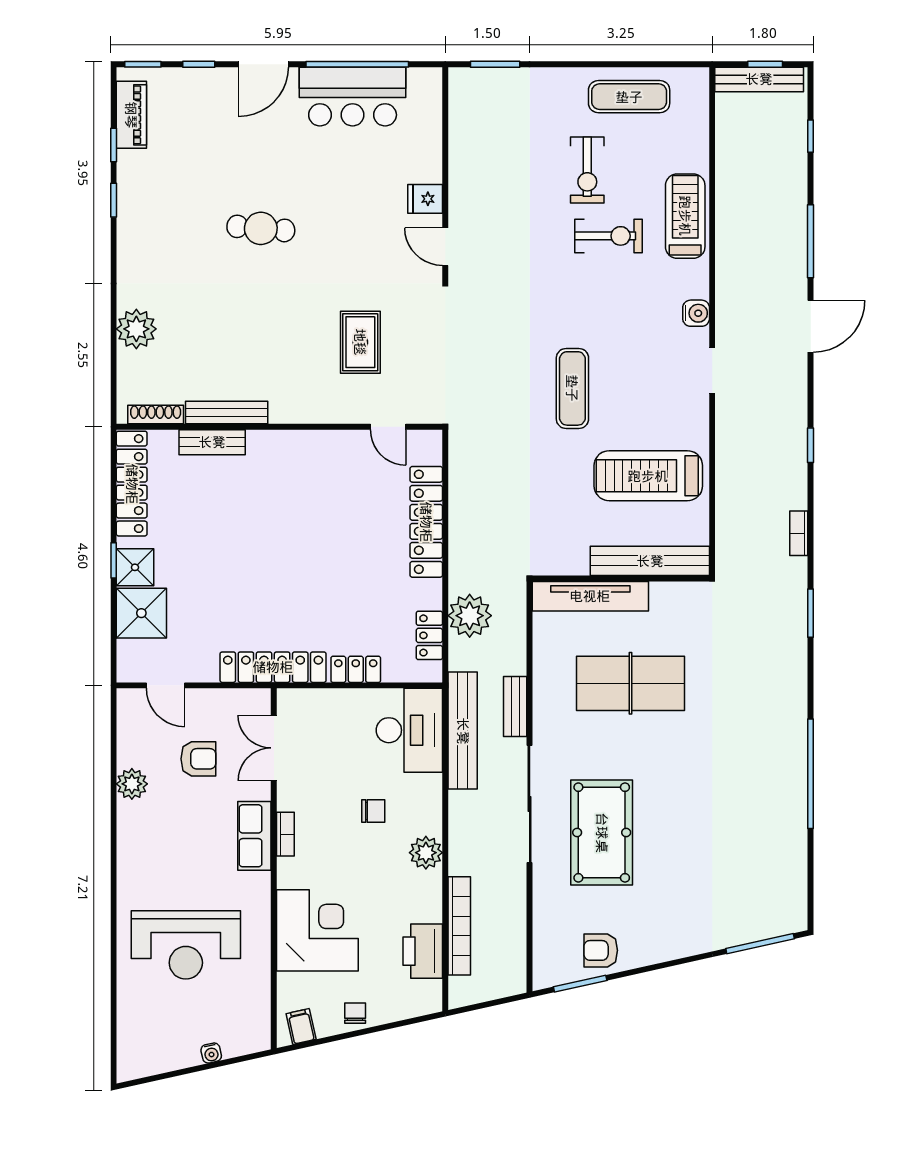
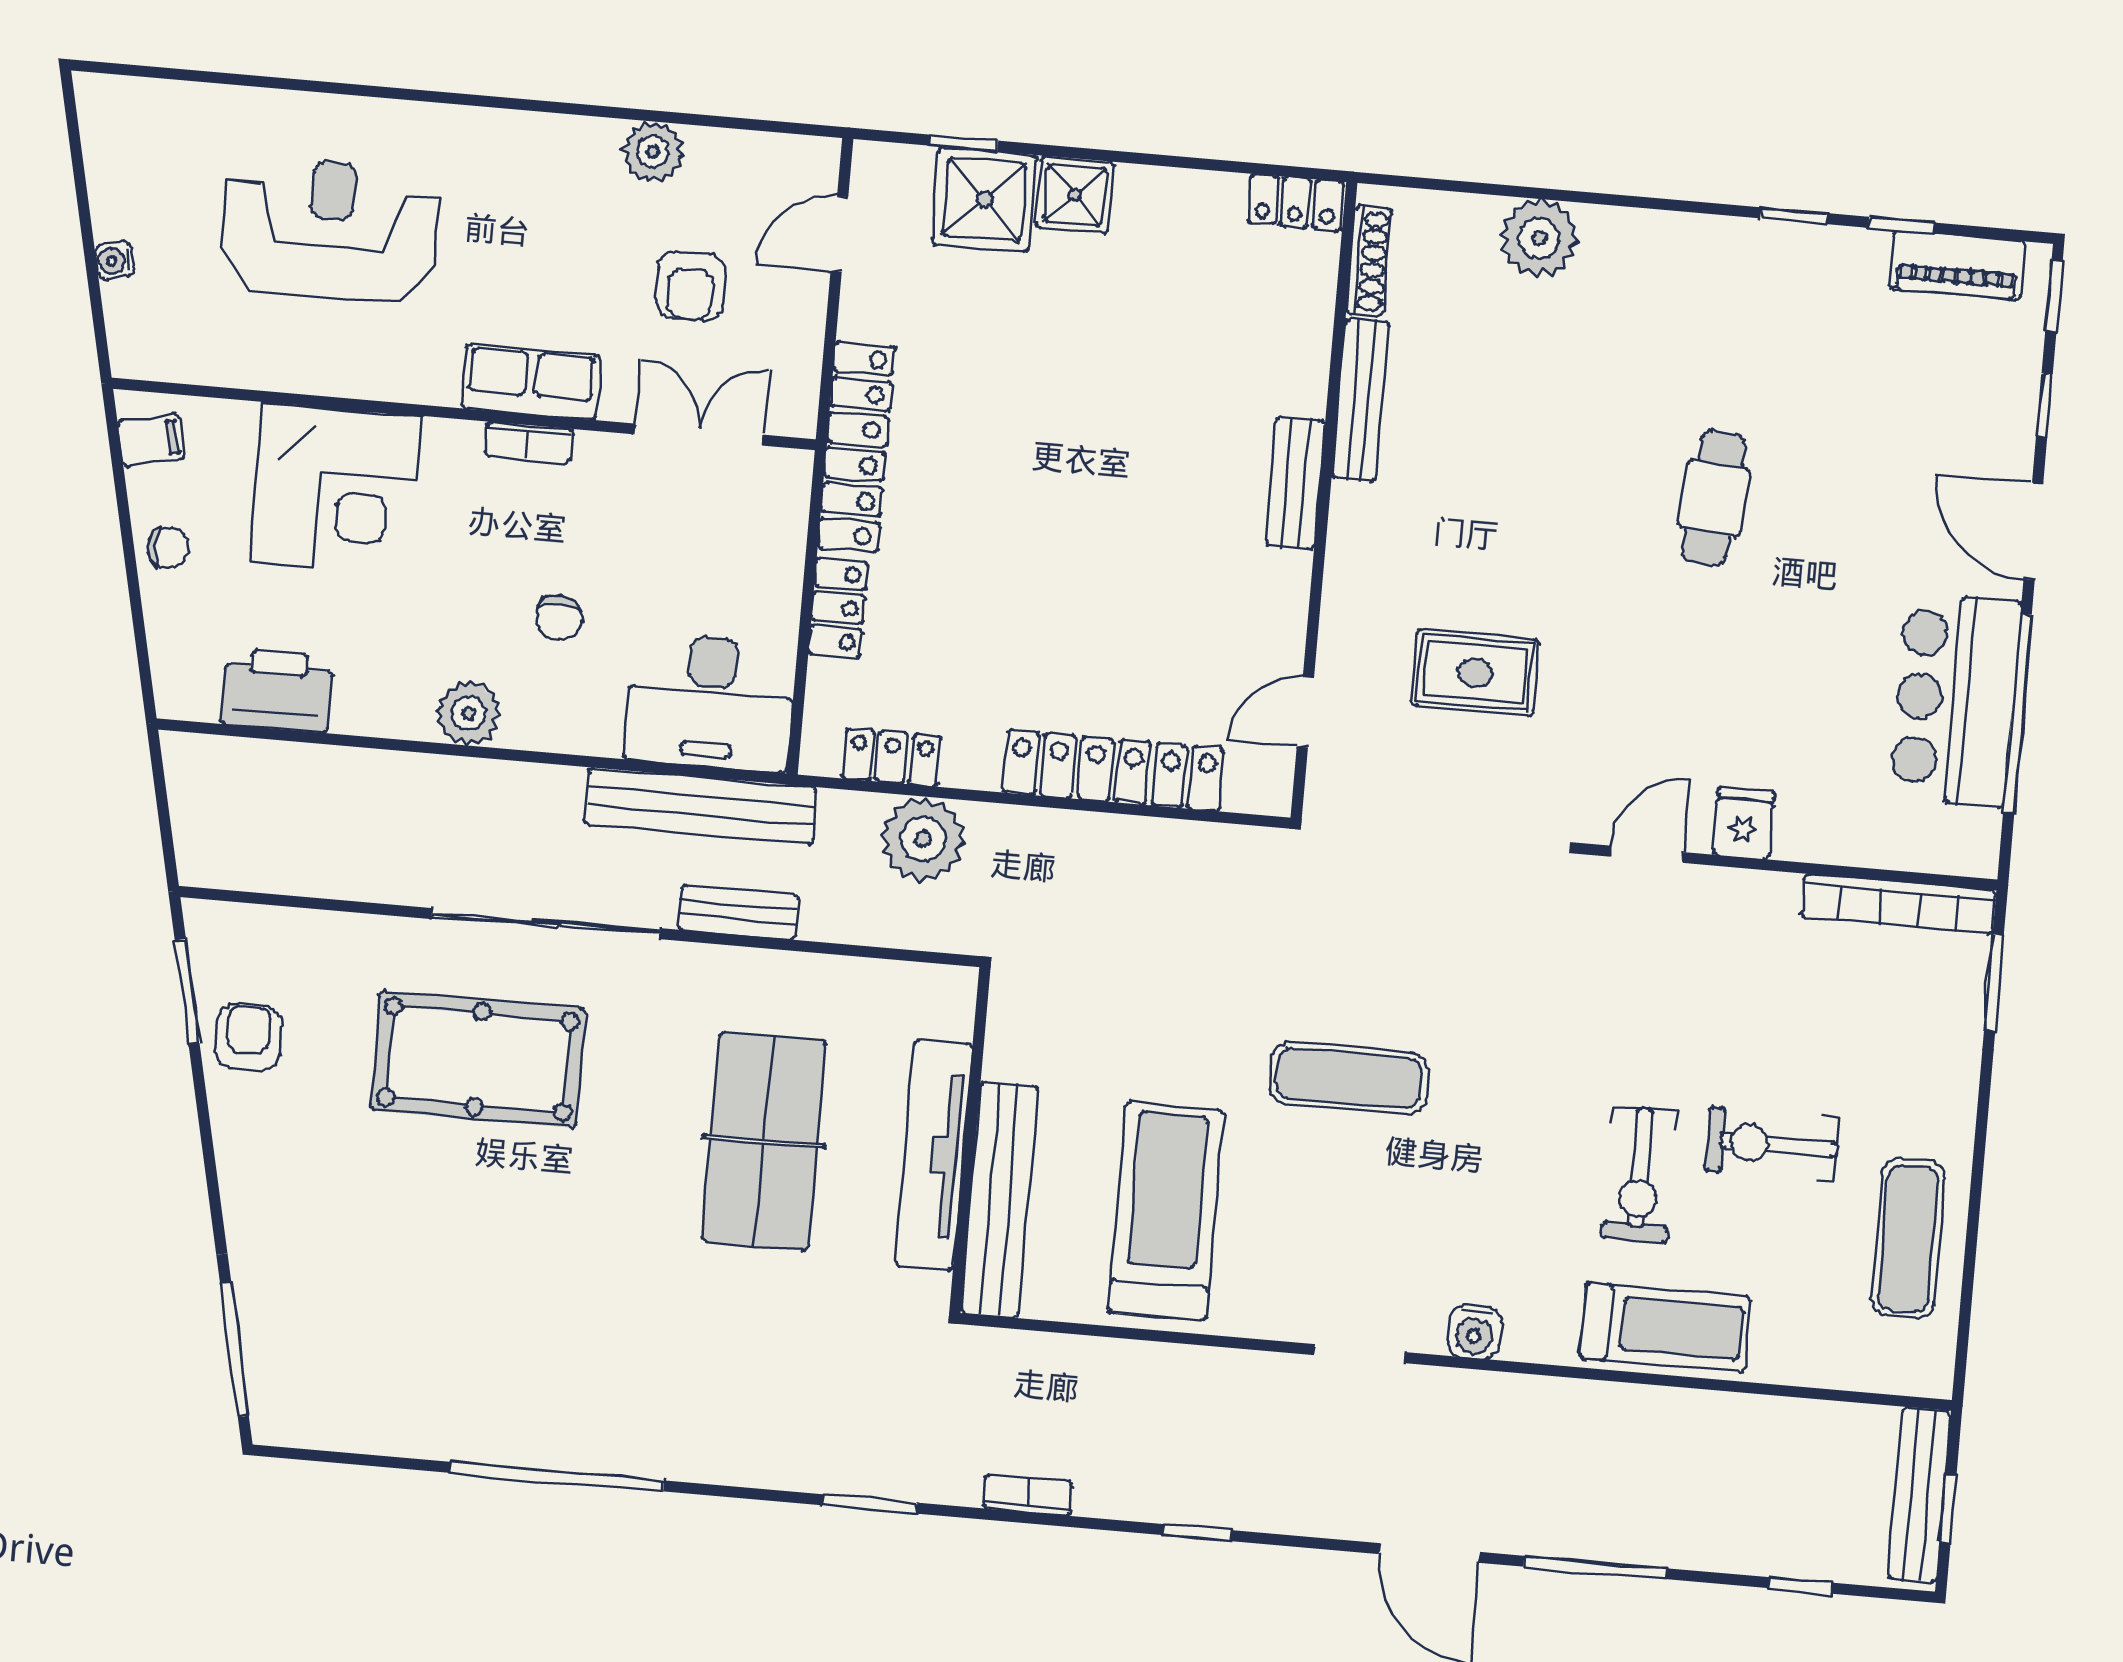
bench: (212, 442) -> (1295, 483), moved
locker: (132, 484) -> (1295, 202), width x0.46, depth x0.83
window: (114, 560) -> (964, 143), moved
tv unit: (590, 596) -> (934, 1155), moved
bookcase: (459, 926) -> (1899, 904), moved
reception desk: (186, 945) -> (330, 230), turned 90

